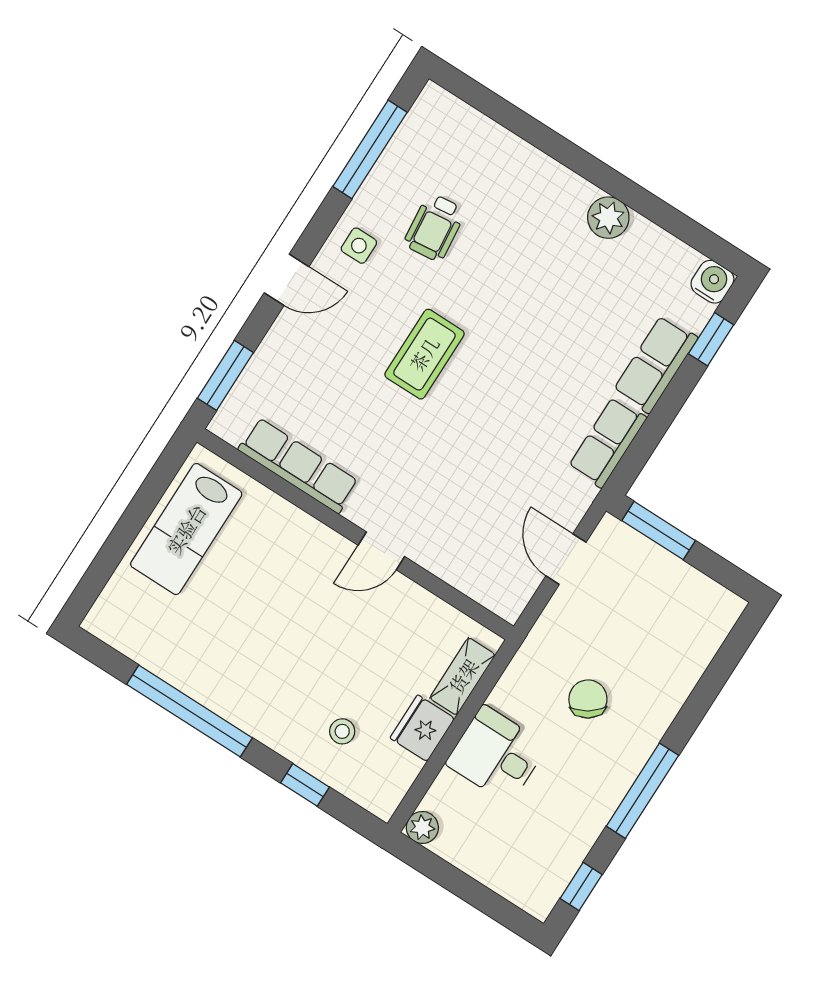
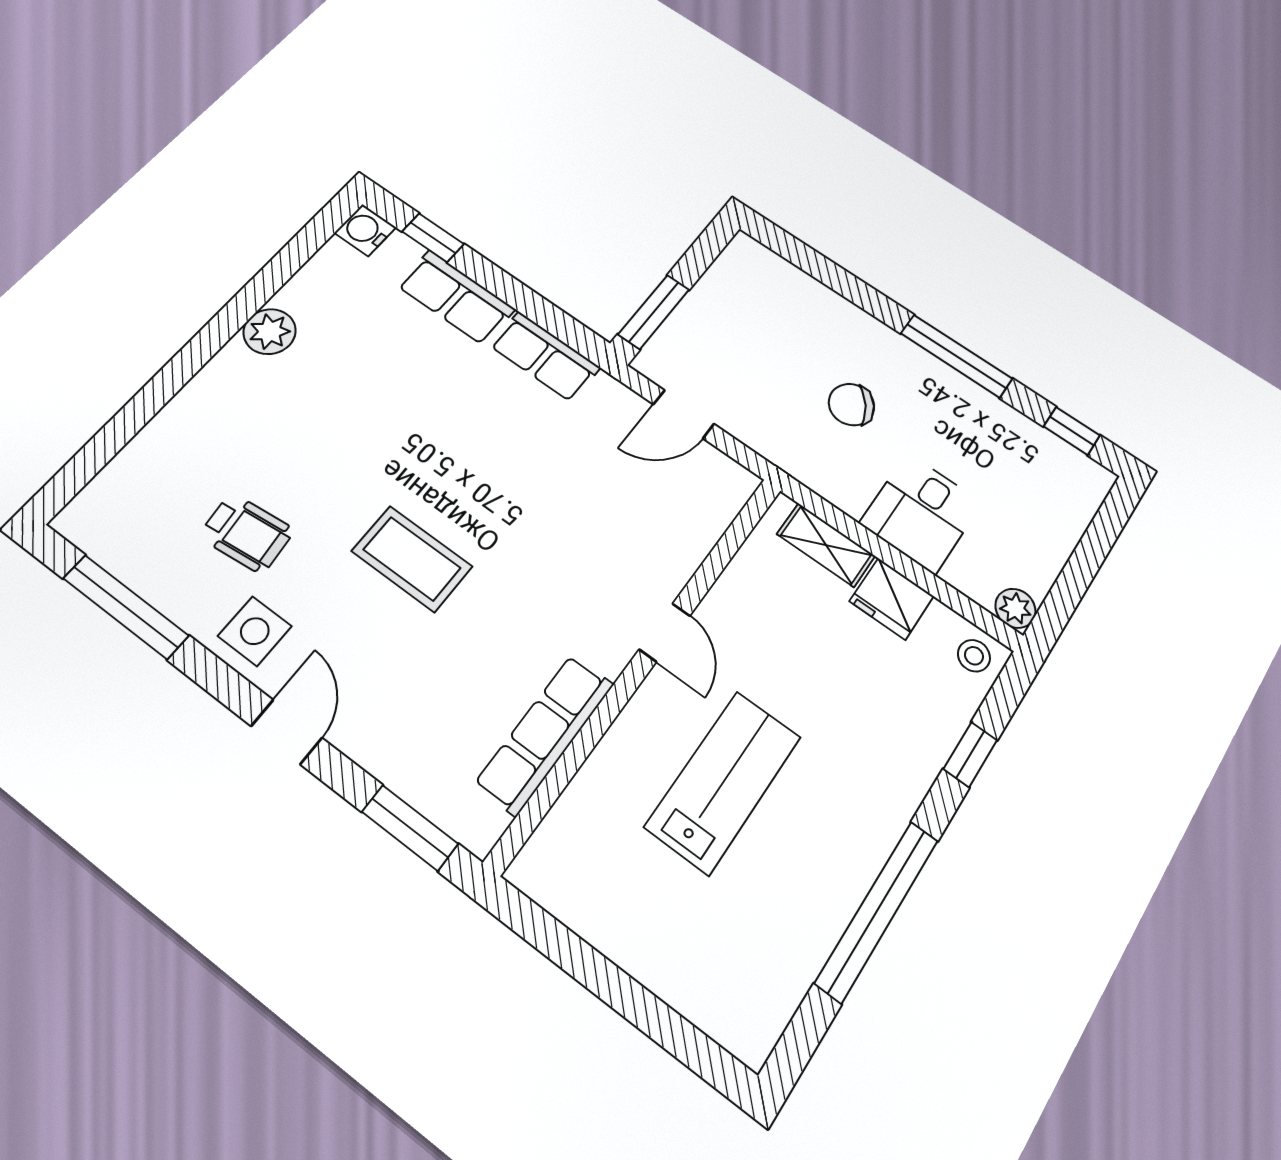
side table: (359, 246) -> (255, 631), width x1.37, depth x1.37
lab bench: (186, 529) -> (723, 782), moved, turned -90
stool: (342, 731) -> (974, 656), moved

